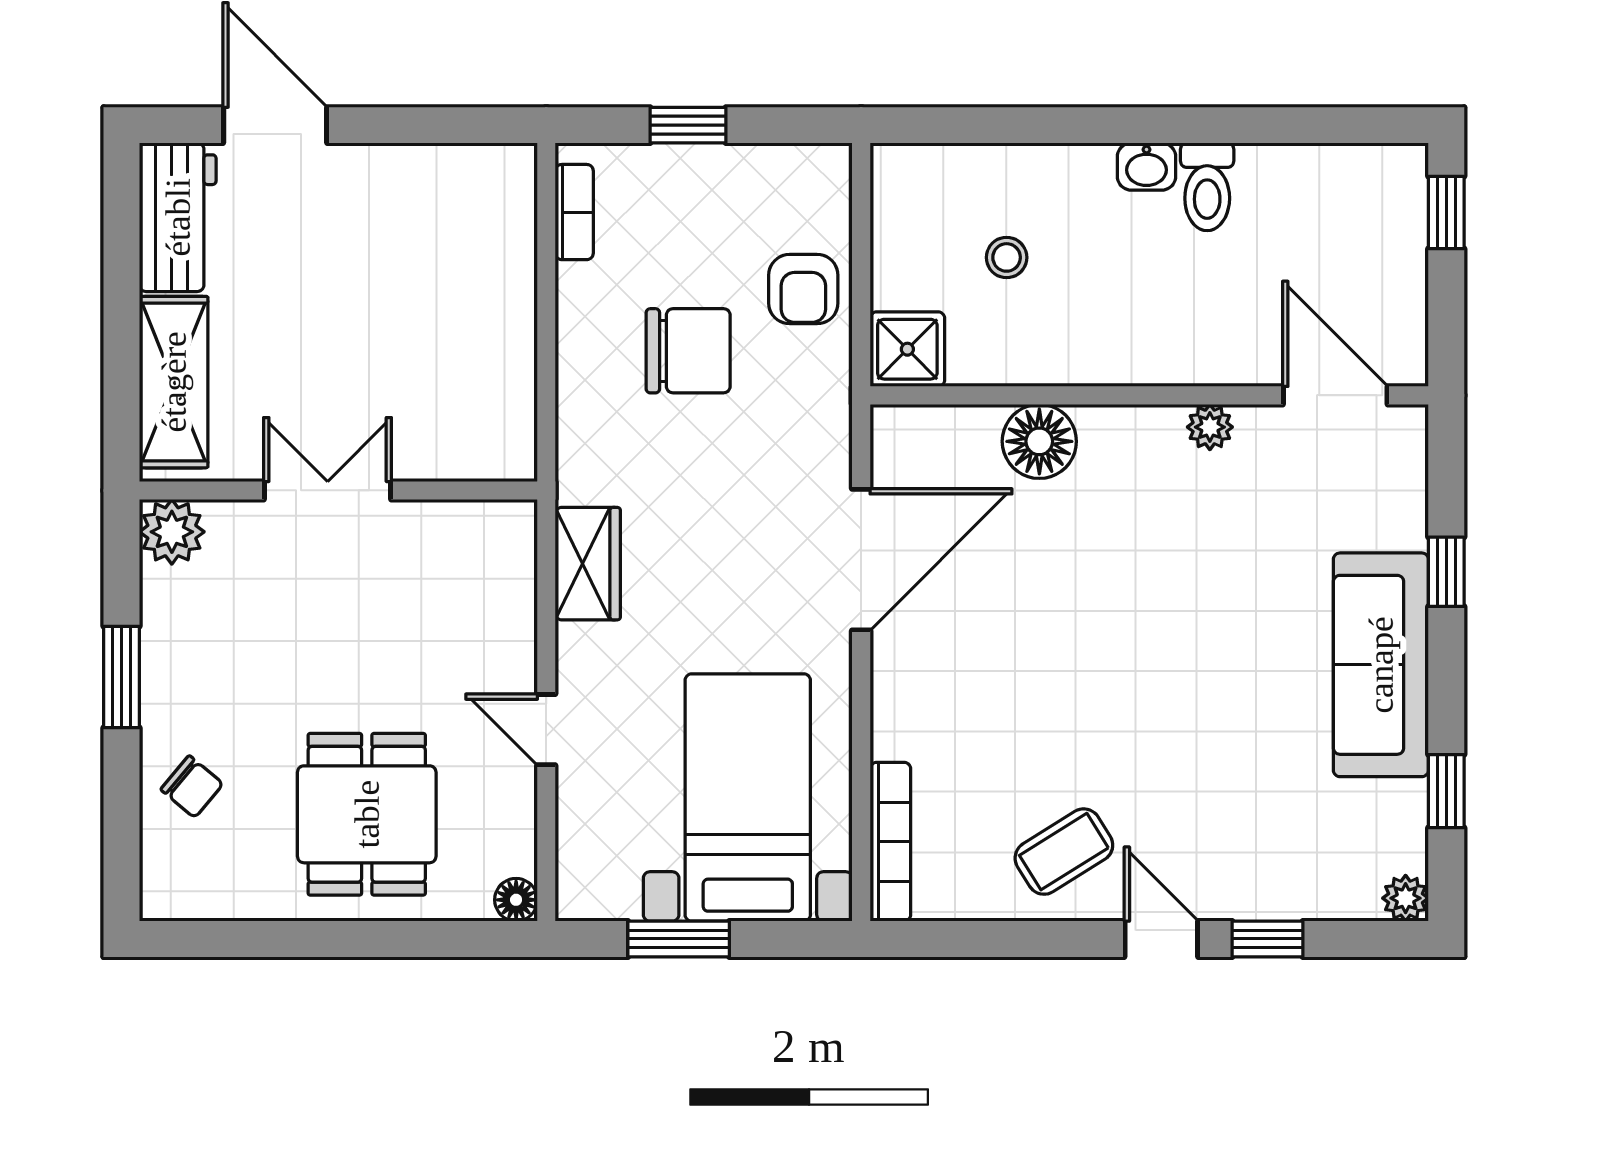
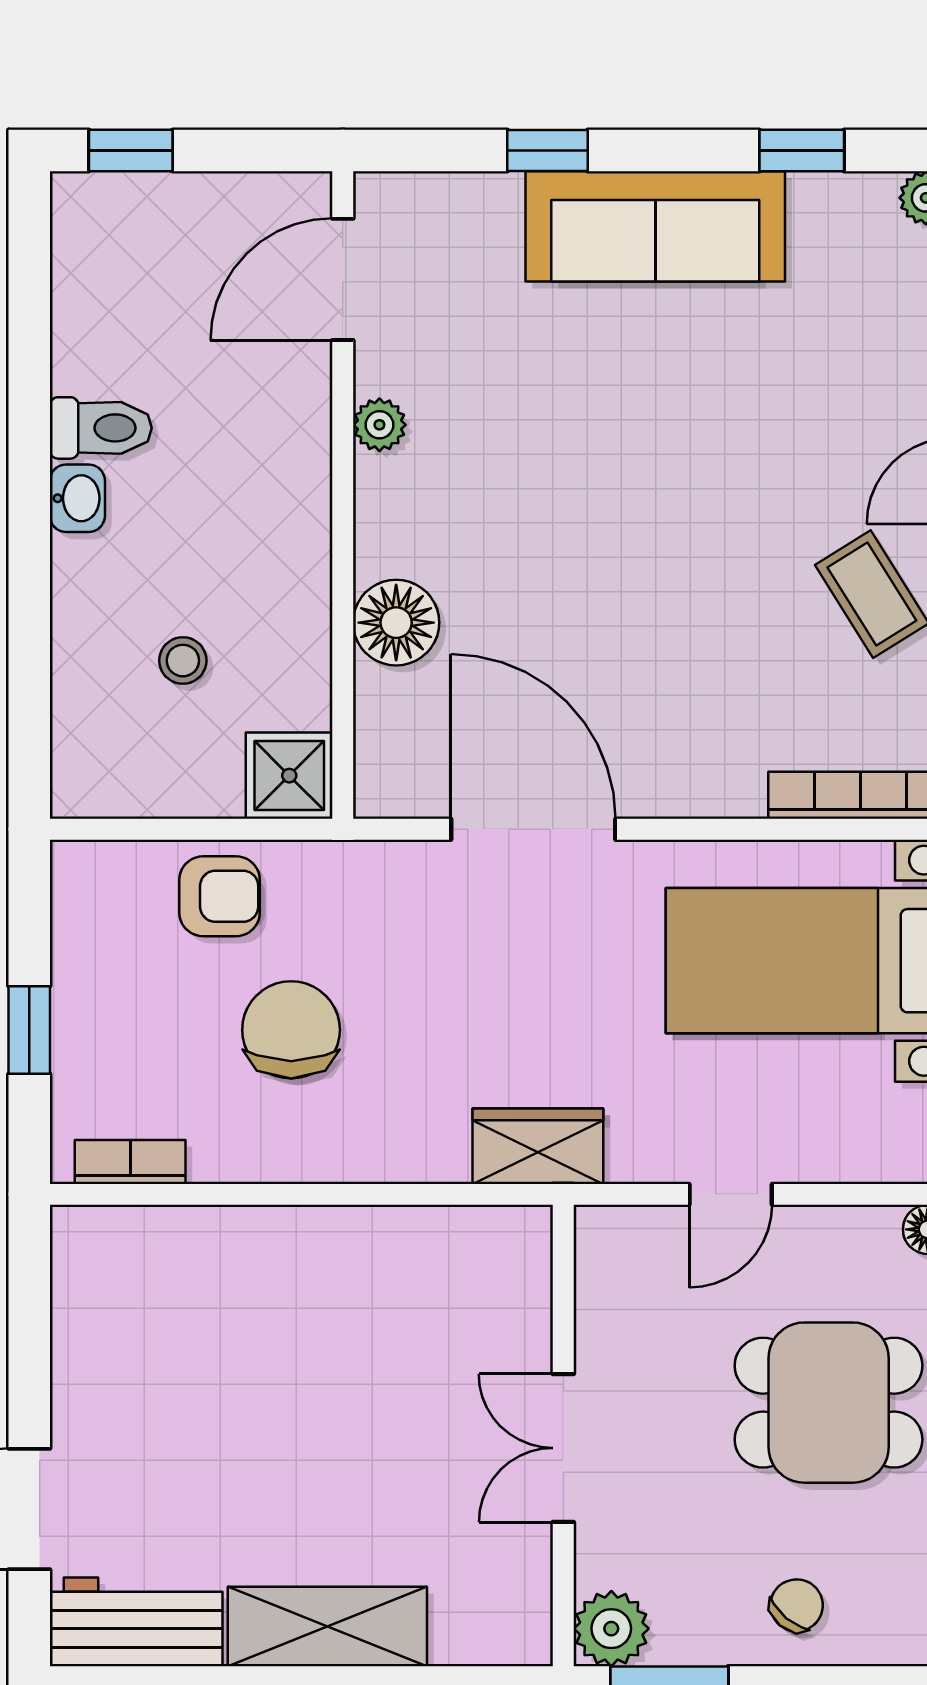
double door: (328, 490) -> (563, 1448), moved
wall: (338, 490) -> (563, 1435), moved
plant: (172, 532) -> (611, 1629), moved

